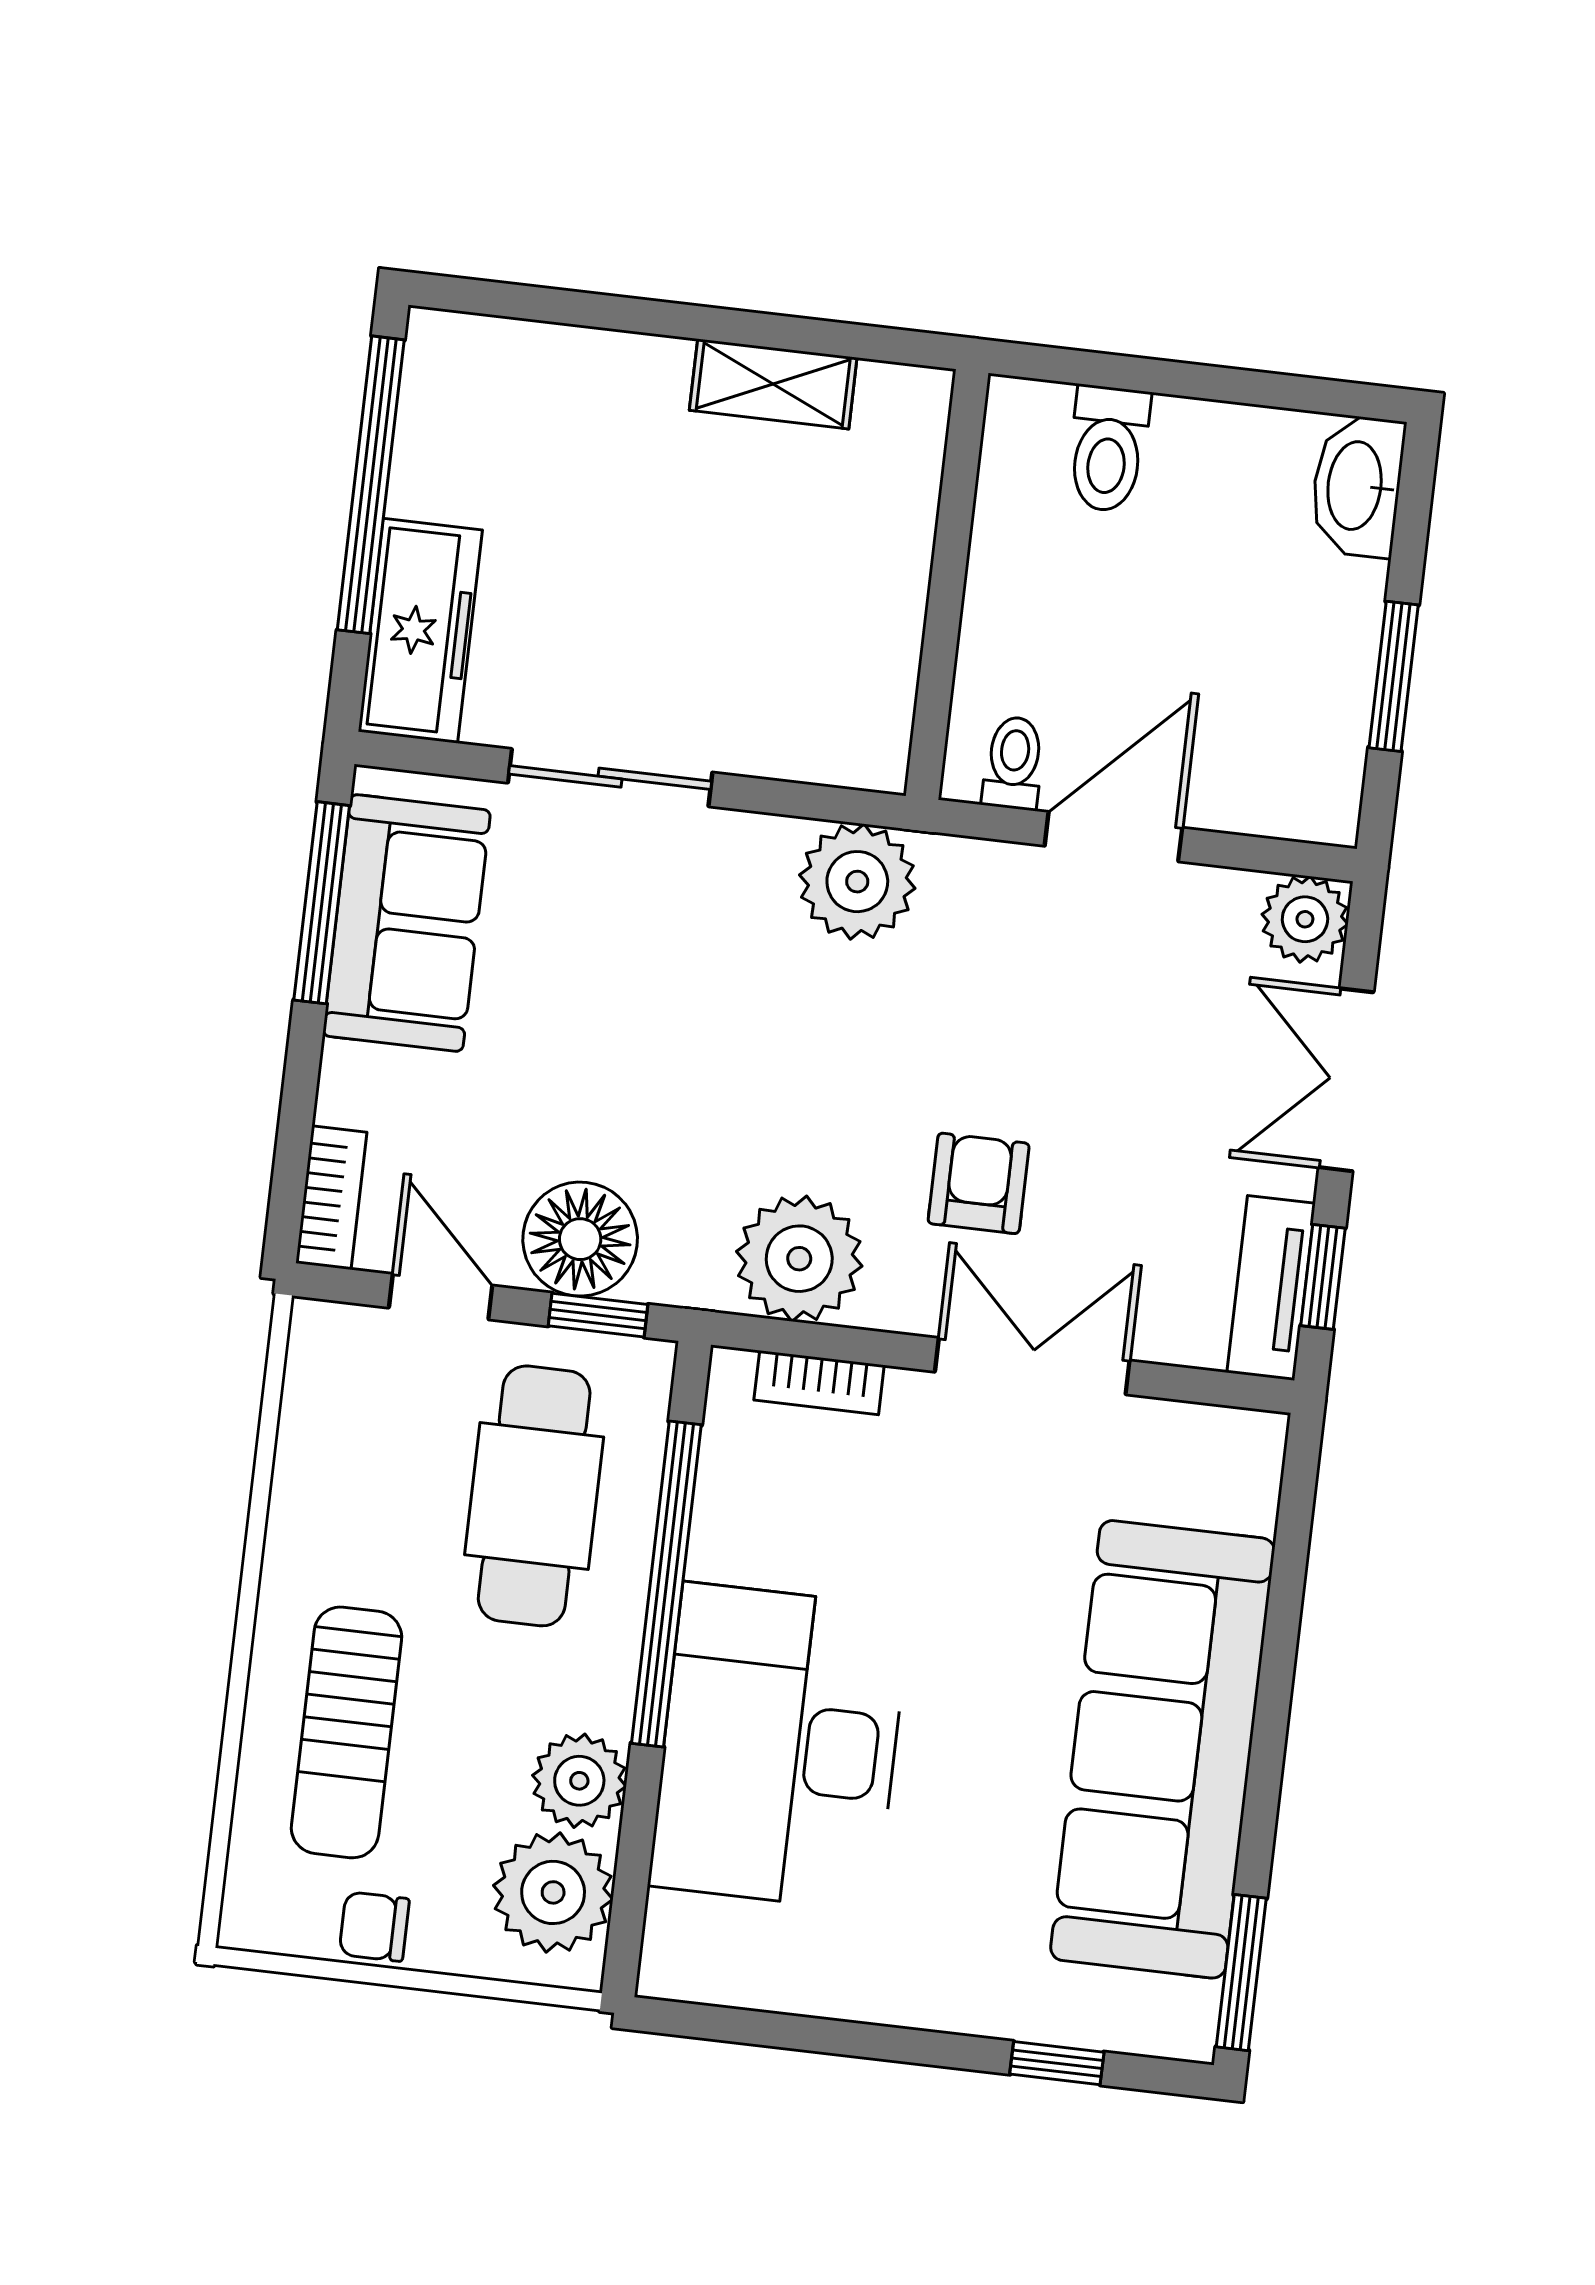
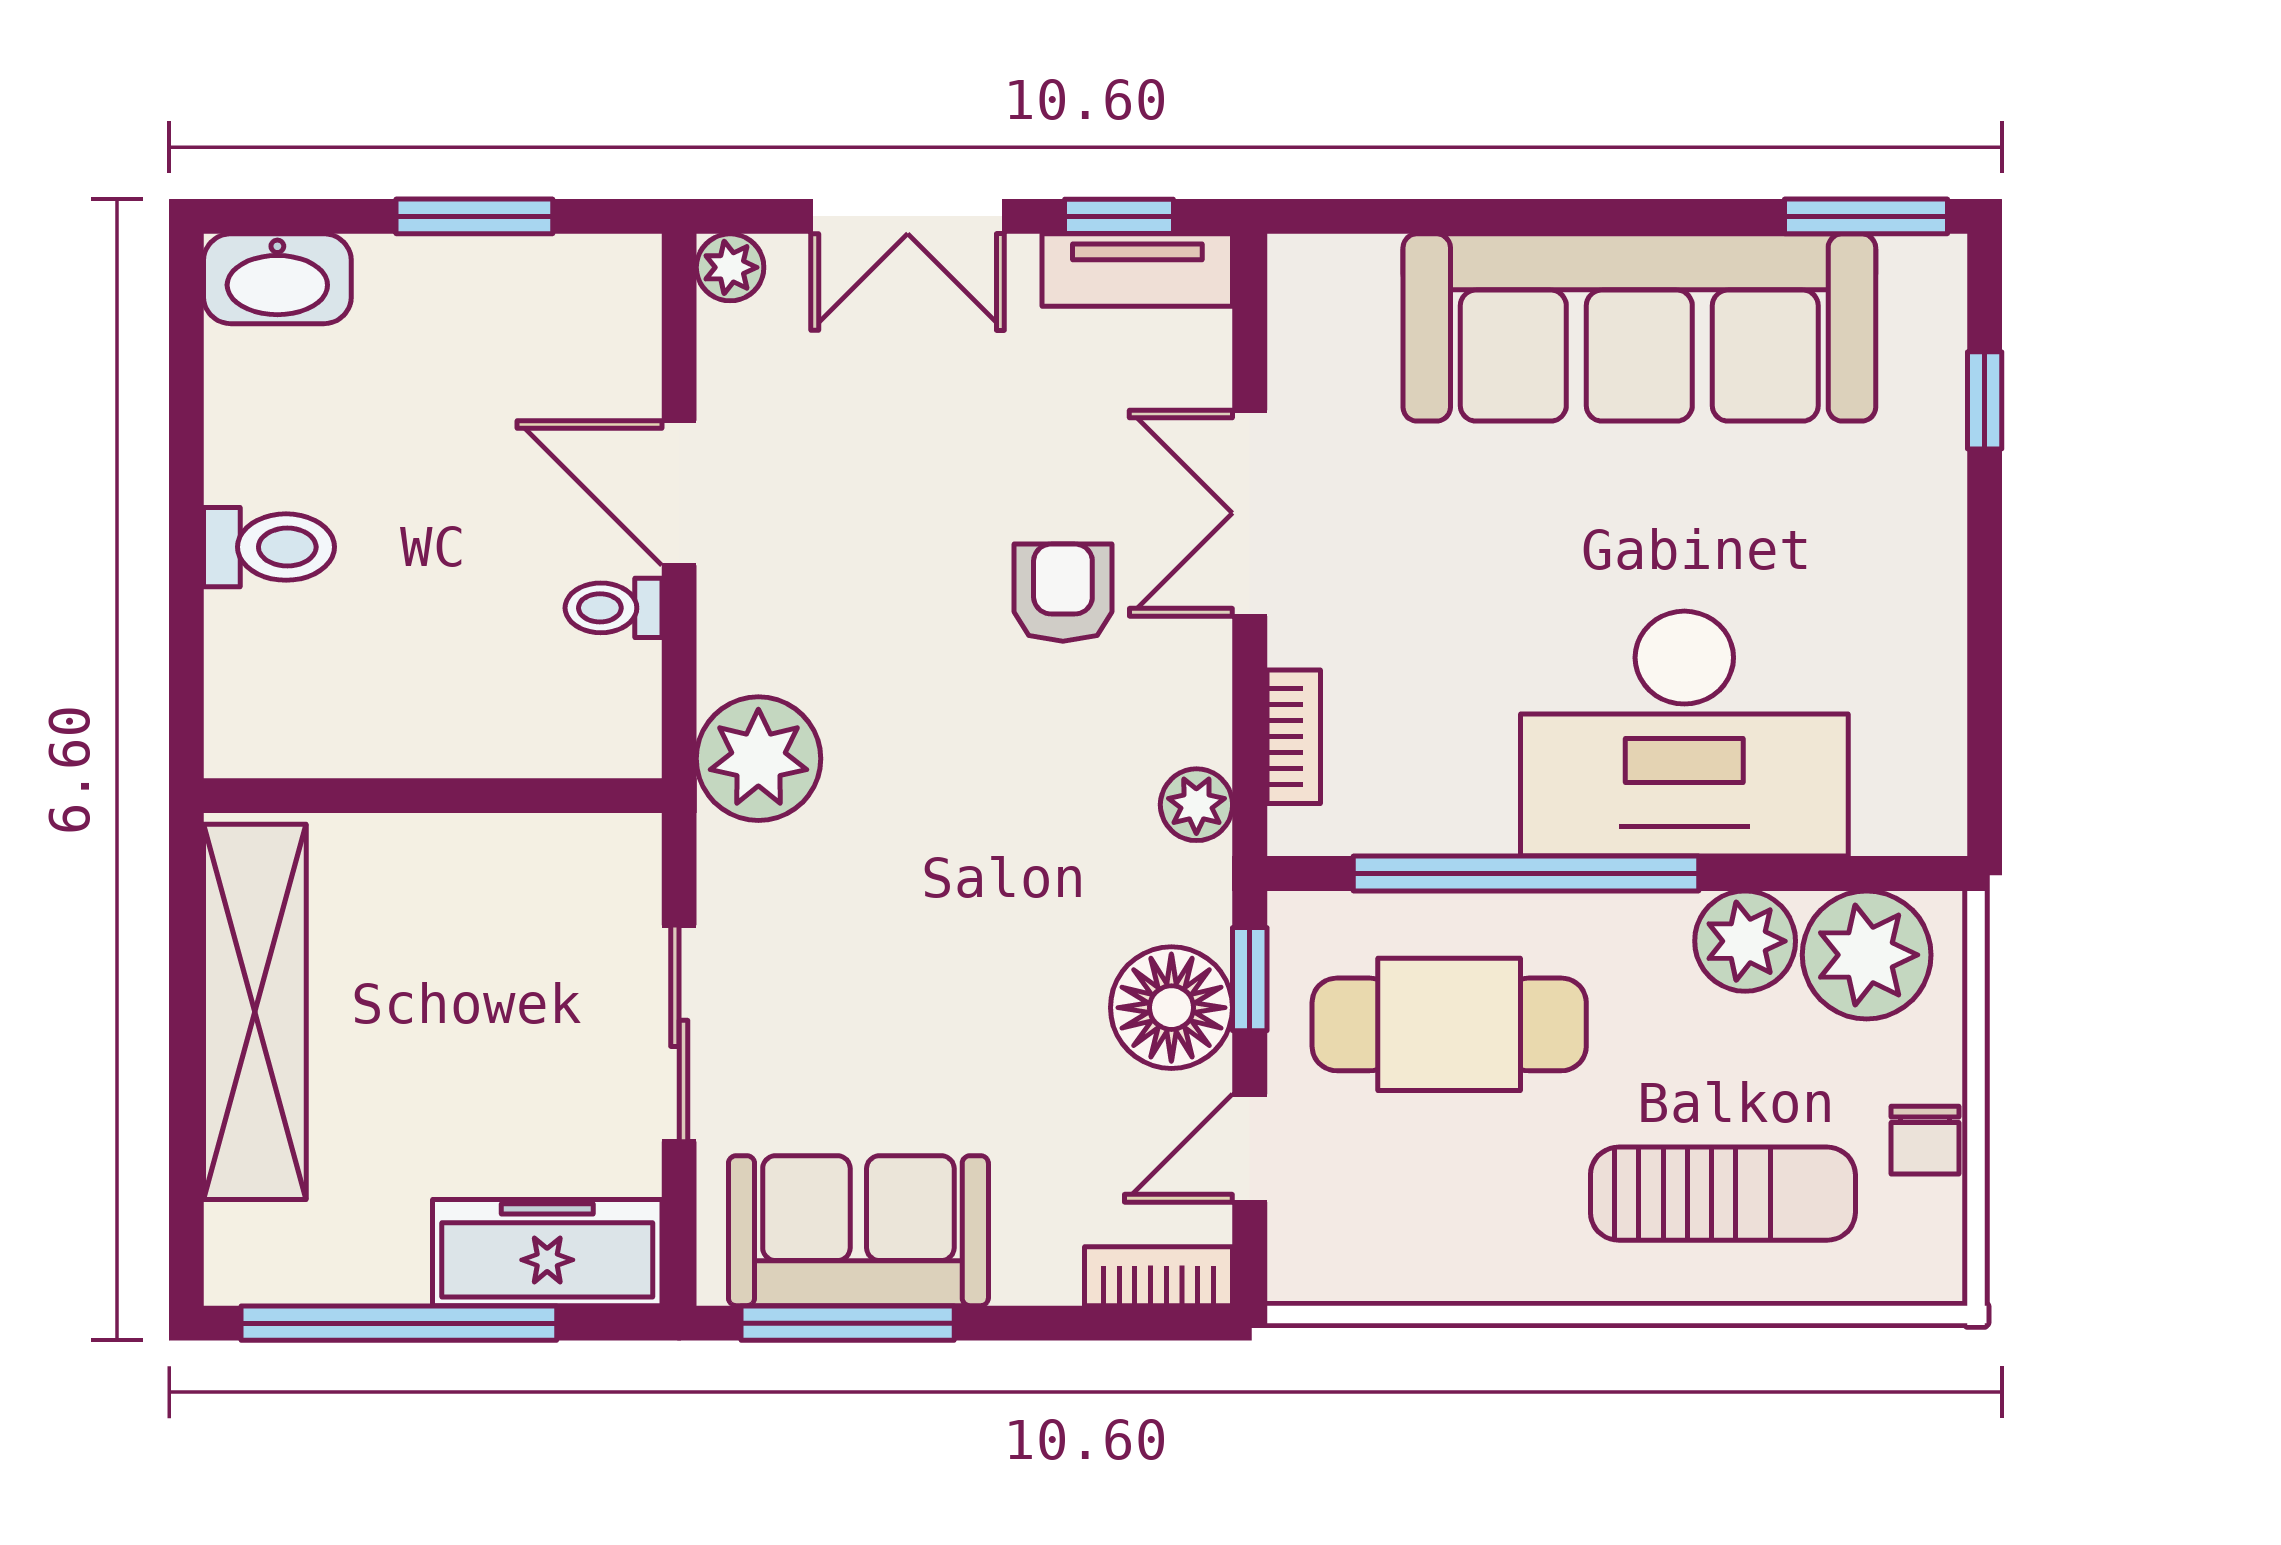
shelving: (773, 384) -> (255, 1012), width x2.20, depth x1.33
wall: (947, 584) -> (433, 796), moved
plant: (1305, 919) -> (730, 267), width x0.73, depth x0.73
armchair: (979, 1183) -> (1063, 593), turned 90
plant: (799, 1259) -> (1196, 805), width x0.53, depth x0.53

